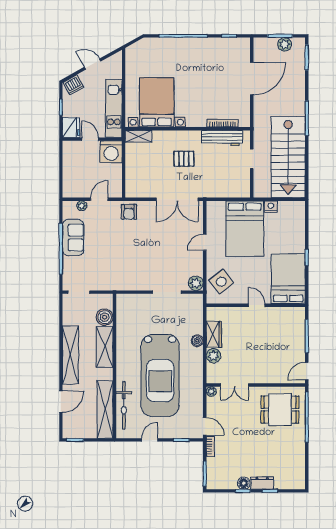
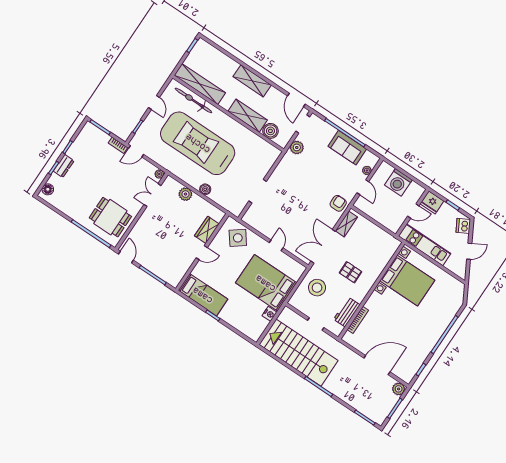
plant: (285, 44) -> (399, 389), moved
door: (252, 78) -> (377, 365), swing flipped
shelving: (138, 136) -> (346, 224), moved
workbench: (222, 138) -> (347, 312), width x0.73
washing machine: (111, 152) -> (398, 182), moved, turned -90
pallet: (184, 159) -> (350, 272), turned 90
stool: (218, 180) -> (317, 288), added
armchair: (129, 212) -> (338, 203), turned 90
bed: (288, 279) -> (203, 295), width x0.67
plant: (196, 283) -> (297, 147), moved
wardrobe: (214, 334) -> (207, 230), moved, turned 90
shelving: (70, 355) -> (252, 81), width x0.68
door: (61, 402) -> (296, 100), moved
dining table: (280, 410) -> (110, 217), turned 90
floor lamp: (244, 483) -> (48, 189), moved

